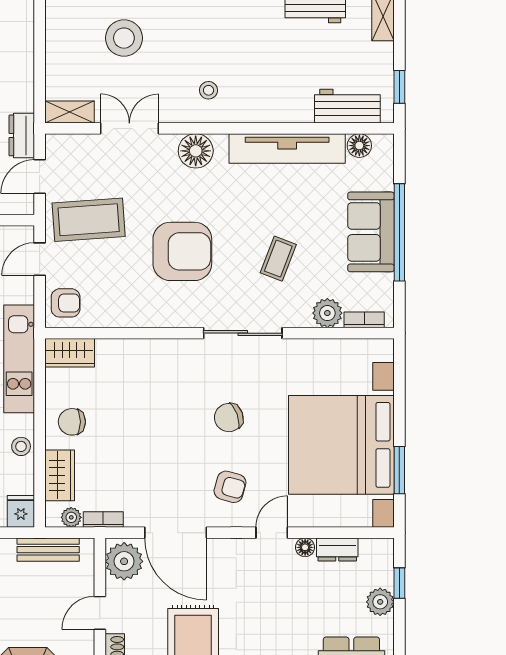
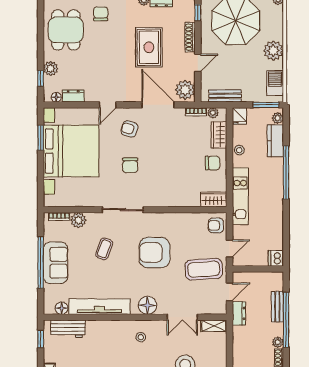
chair: (229, 418) -> (130, 165), turned 110
floor lamp: (305, 547) -> (56, 97), moved

